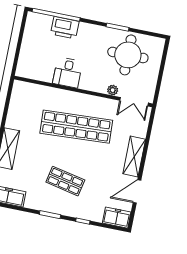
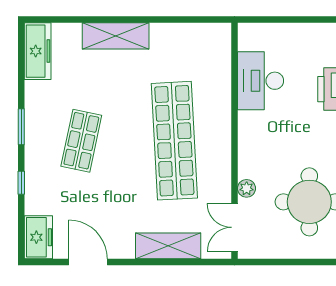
desk: (68, 72) -> (261, 81), moved, width x1.37
shelving: (134, 156) -> (168, 246), moved

